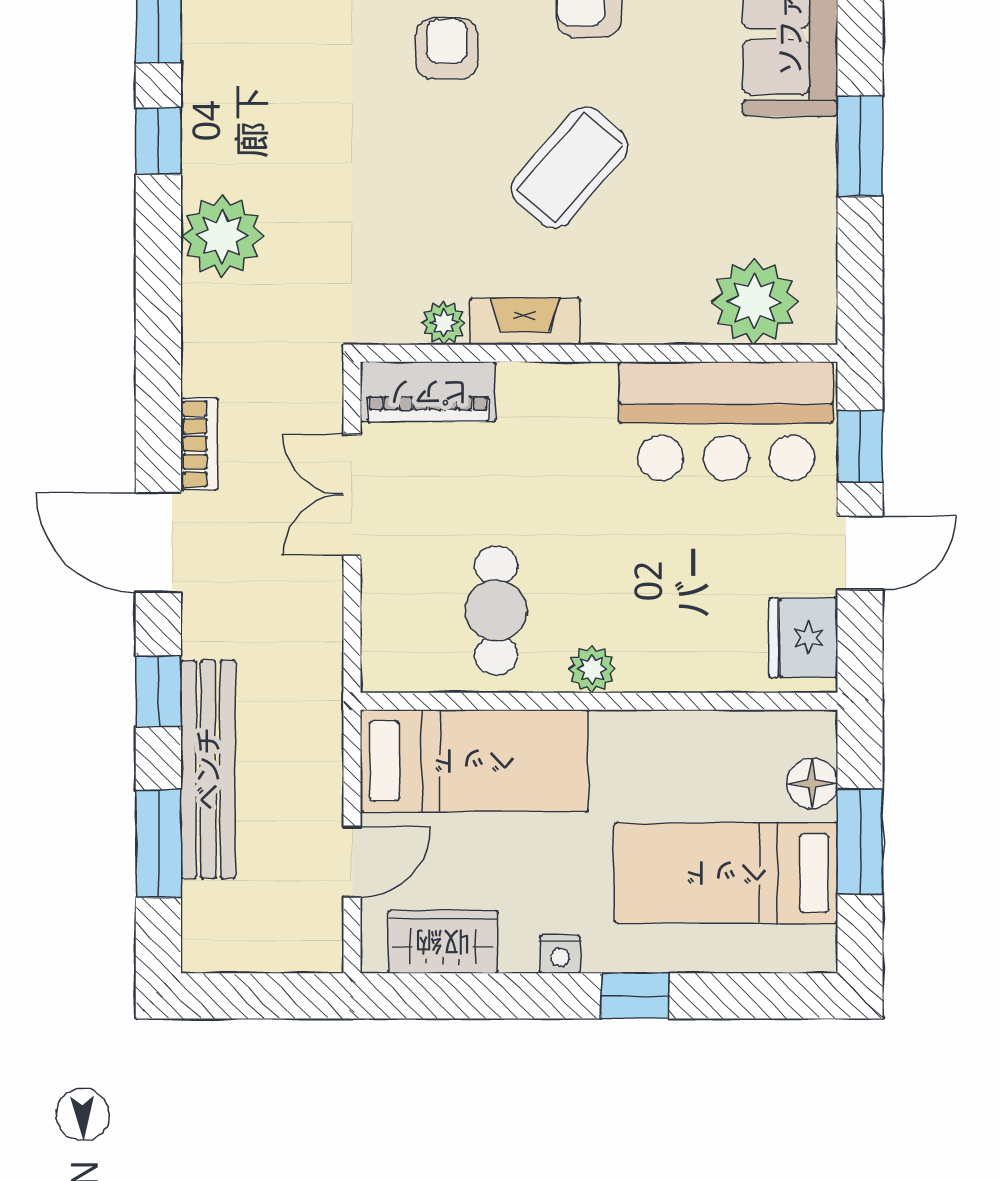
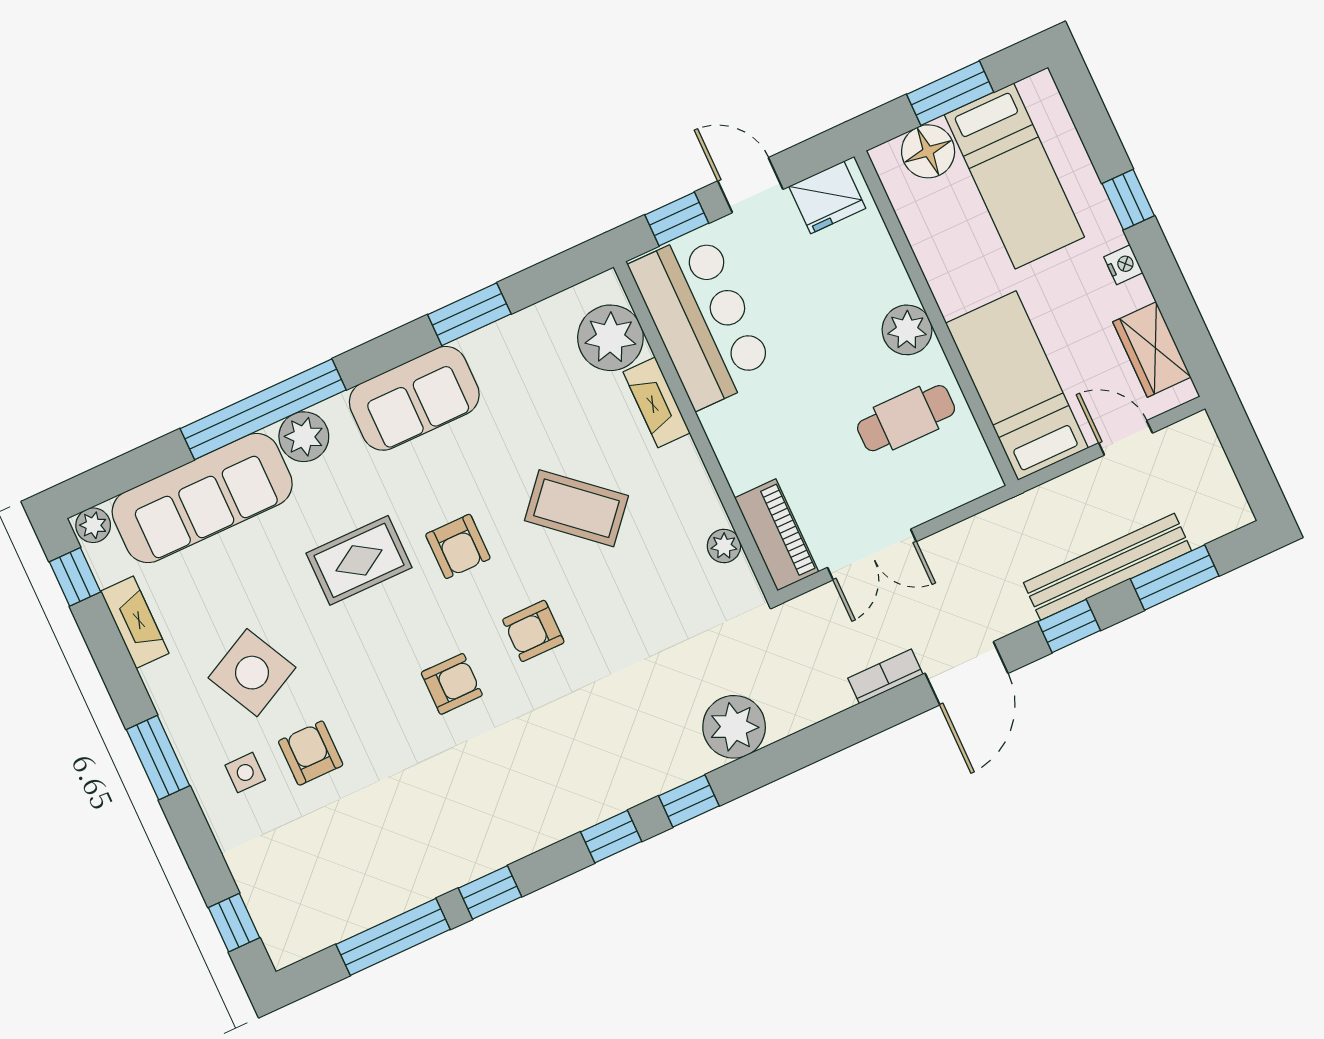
fireplace: (525, 321) -> (657, 402), moved
plant: (592, 669) -> (907, 330), width x1.38, depth x1.38
floor lamp: (812, 783) -> (928, 151), width x1.38, depth x1.38

